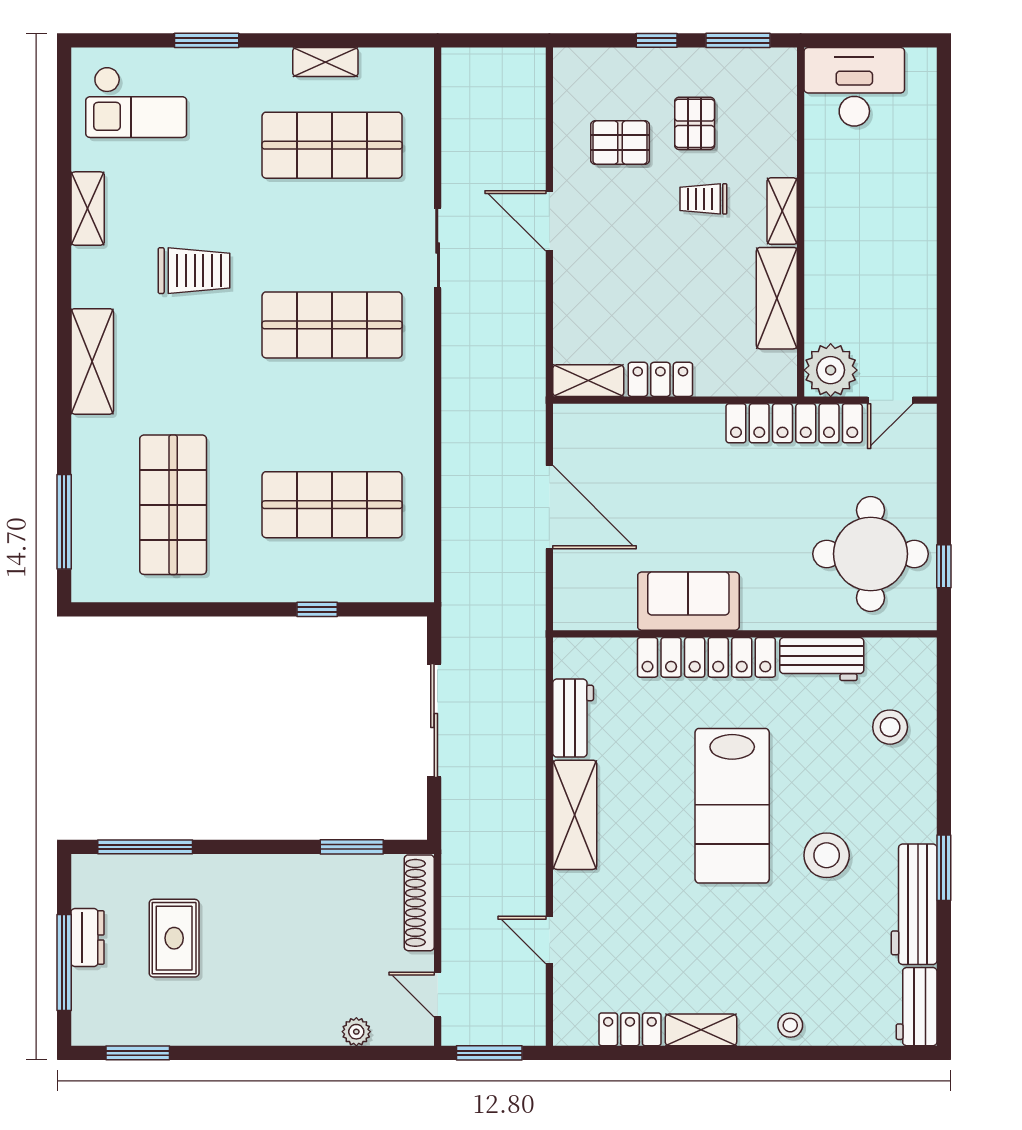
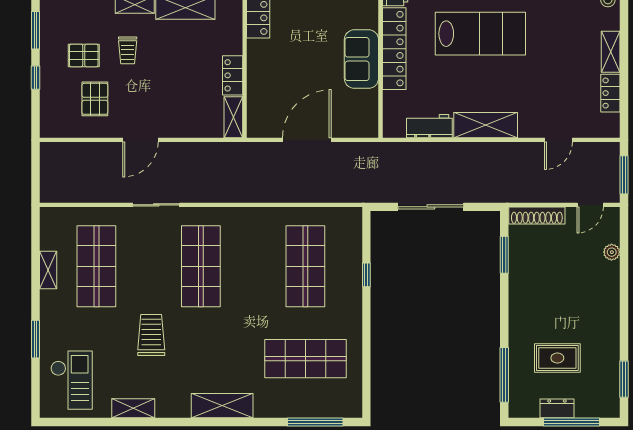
trolley: (194, 271) -> (151, 335), moved

